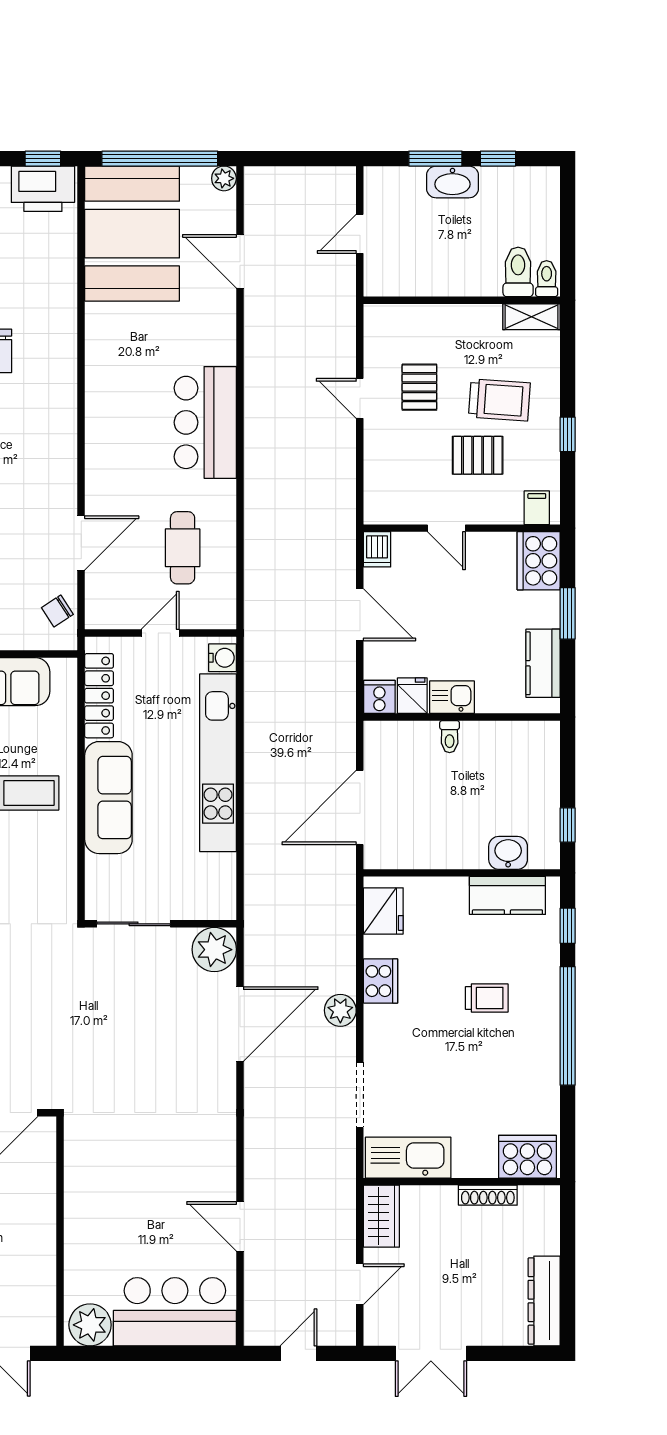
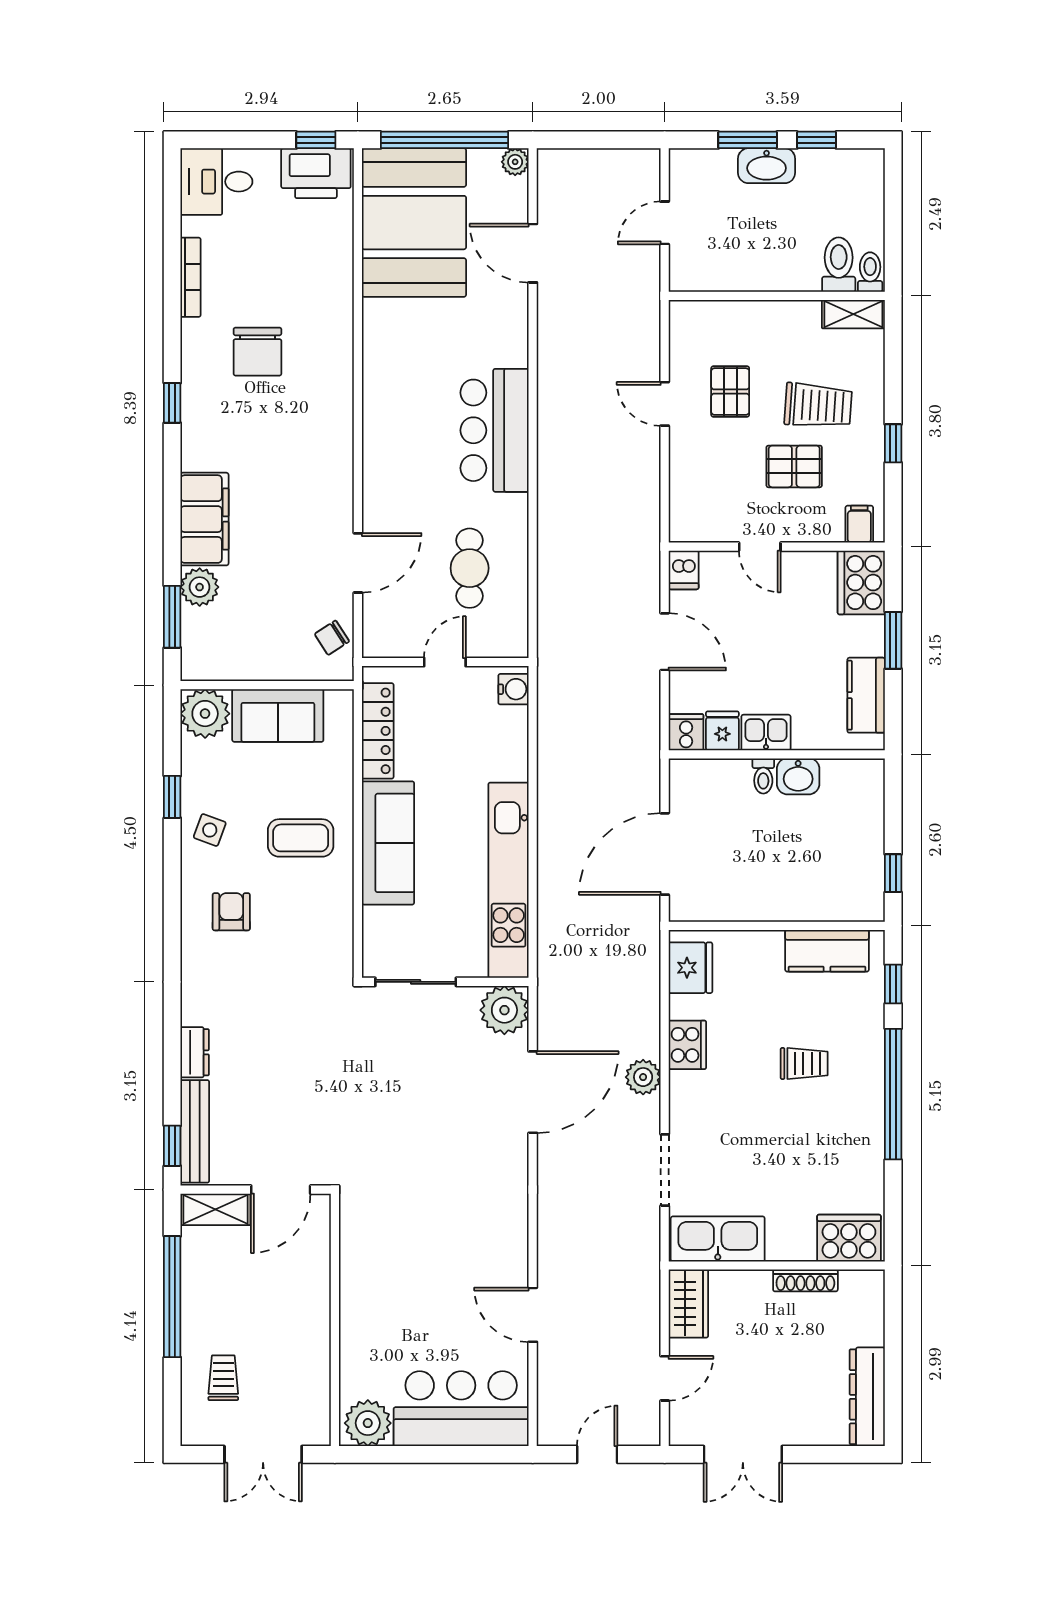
kitchen unit: (218, 763) -> (509, 880), moved
washbasin: (508, 853) -> (798, 776), moved, turned 180

